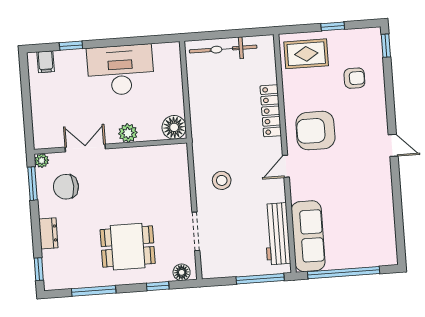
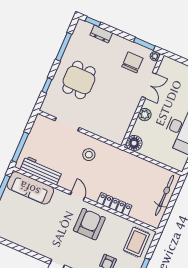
dresser: (48, 233) -> (101, 34), moved
floor lamp: (182, 272) -> (48, 103), removed

